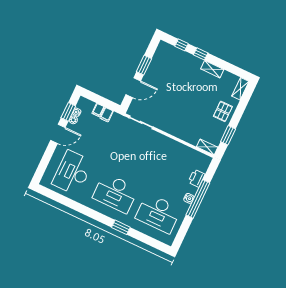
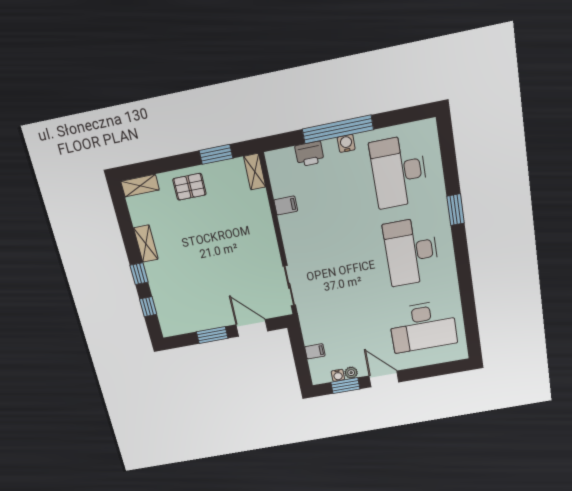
filing cabinet: (107, 115) -> (286, 205), moved
desk: (115, 193) -> (411, 252), turned 180
desk: (158, 213) -> (399, 172), turned 180

